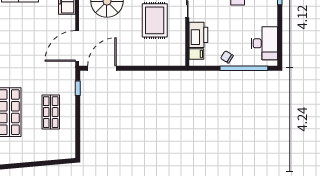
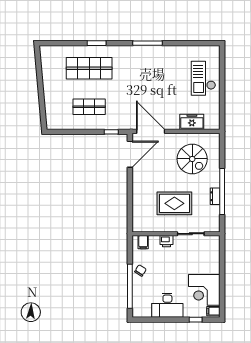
printer: (198, 35) -> (167, 241), width x0.53, depth x0.68
desk: (264, 43) -> (167, 305), moved
door: (102, 68) -> (130, 154), hinge flipped

